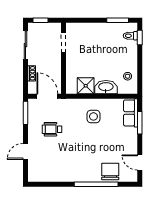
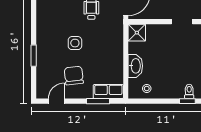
shower: (86, 86) -> (137, 33), moved
side table: (93, 116) -> (75, 43), moved
chair: (110, 172) -> (74, 76), moved, turned -96
window: (96, 184) -> (34, 56), width x0.47

